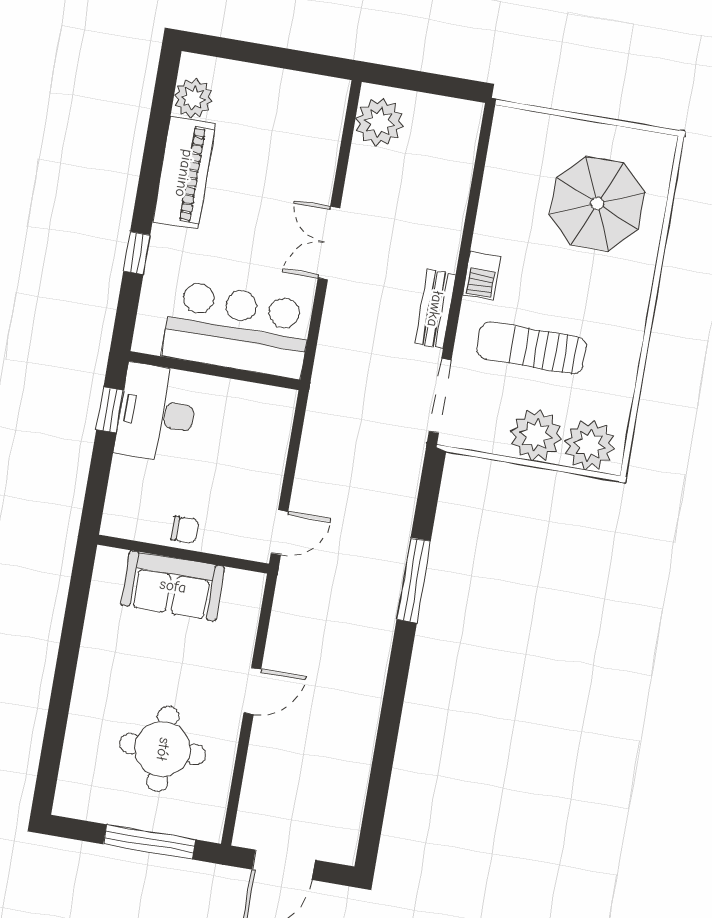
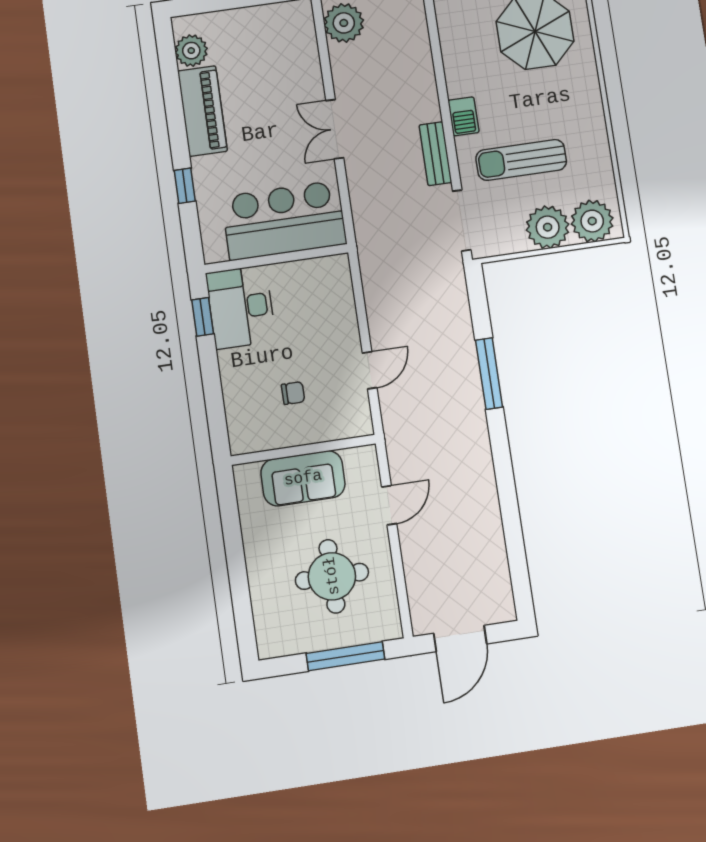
wall: (183, 554) -> (303, 450), moved
sofa: (173, 586) -> (303, 478), moved

